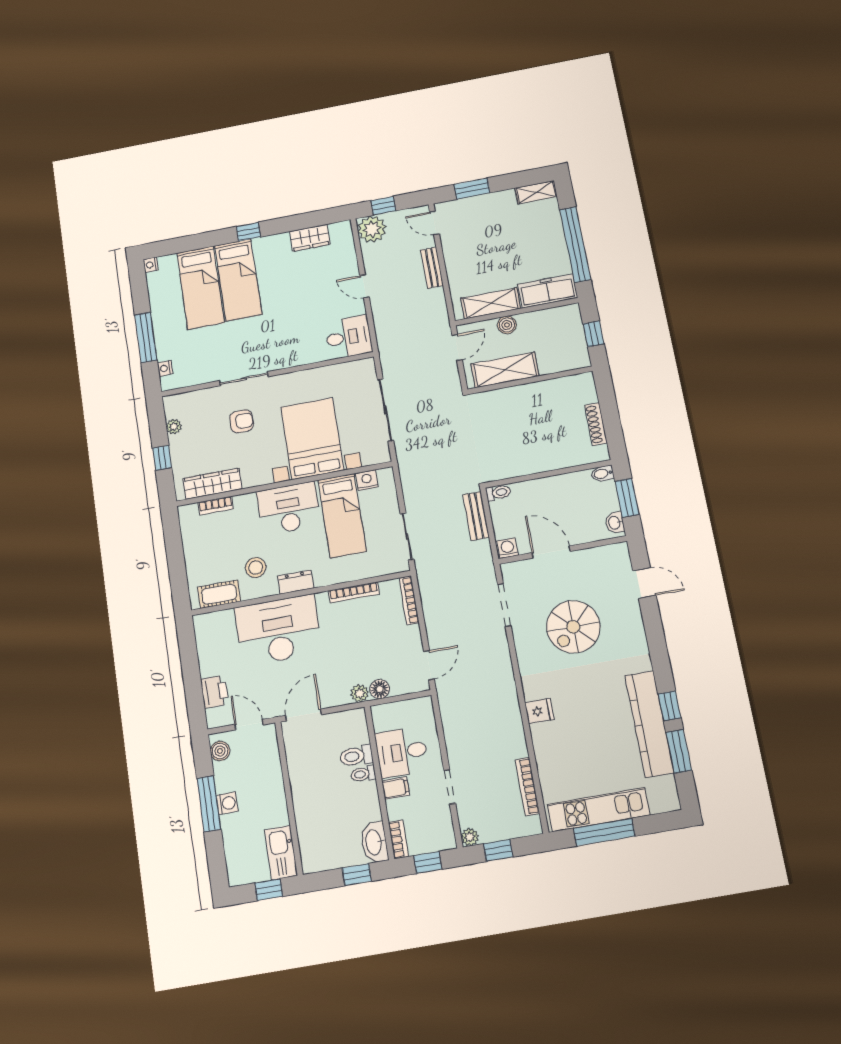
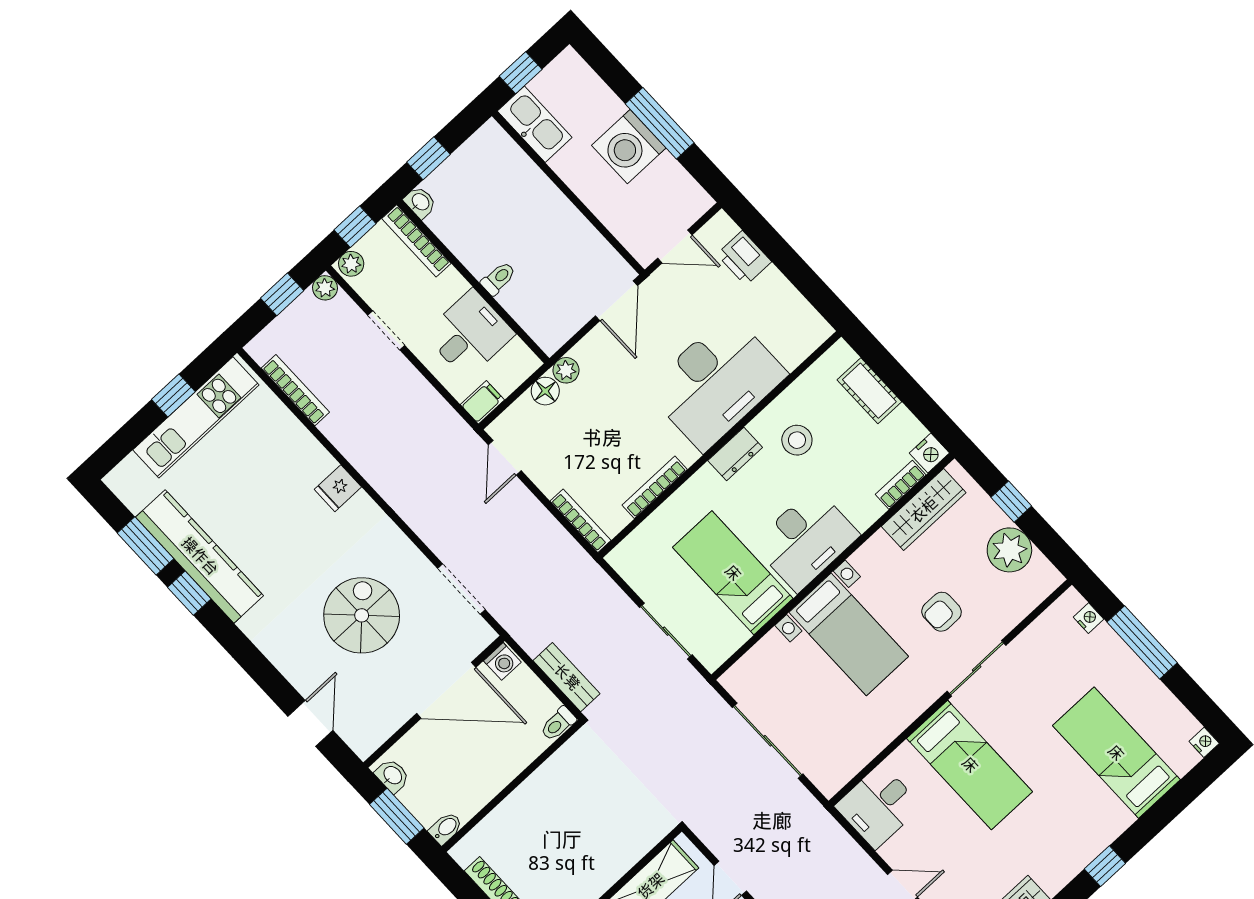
bed: (238, 280) -> (970, 765), moved, turned 180
plant: (174, 427) -> (1009, 550), width x1.88, depth x1.88
bed with nightstands: (312, 439) -> (849, 634), width x0.73
nightstand: (367, 480) -> (929, 453), moved
sliding door: (407, 537) -> (666, 631), moved
door: (551, 552) -> (446, 690), width x1.36
door: (644, 583) -> (310, 723), swing flipped
cot: (219, 594) -> (869, 391), moved, turned 90
boiler: (220, 751) -> (689, 193), removed
toilet: (356, 756) -> (521, 294), removed
filing cabinet: (396, 788) -> (482, 402), moved, turned 180
washing machine: (227, 803) -> (629, 147), width x1.89, depth x1.89
window: (604, 832) -> (173, 395), width x0.46
bookcase: (398, 839) -> (416, 241), width x1.56
plant: (445, 841) -> (351, 264), added
washbasin: (374, 842) -> (420, 202), width x0.52, depth x0.69

